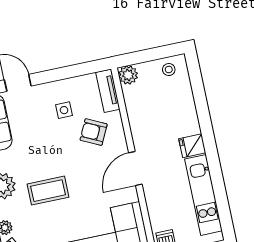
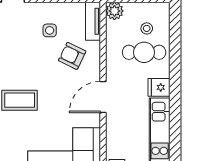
stool: (169, 70) -> (147, 28), moved
cafe table: (169, 112) -> (144, 52), added

